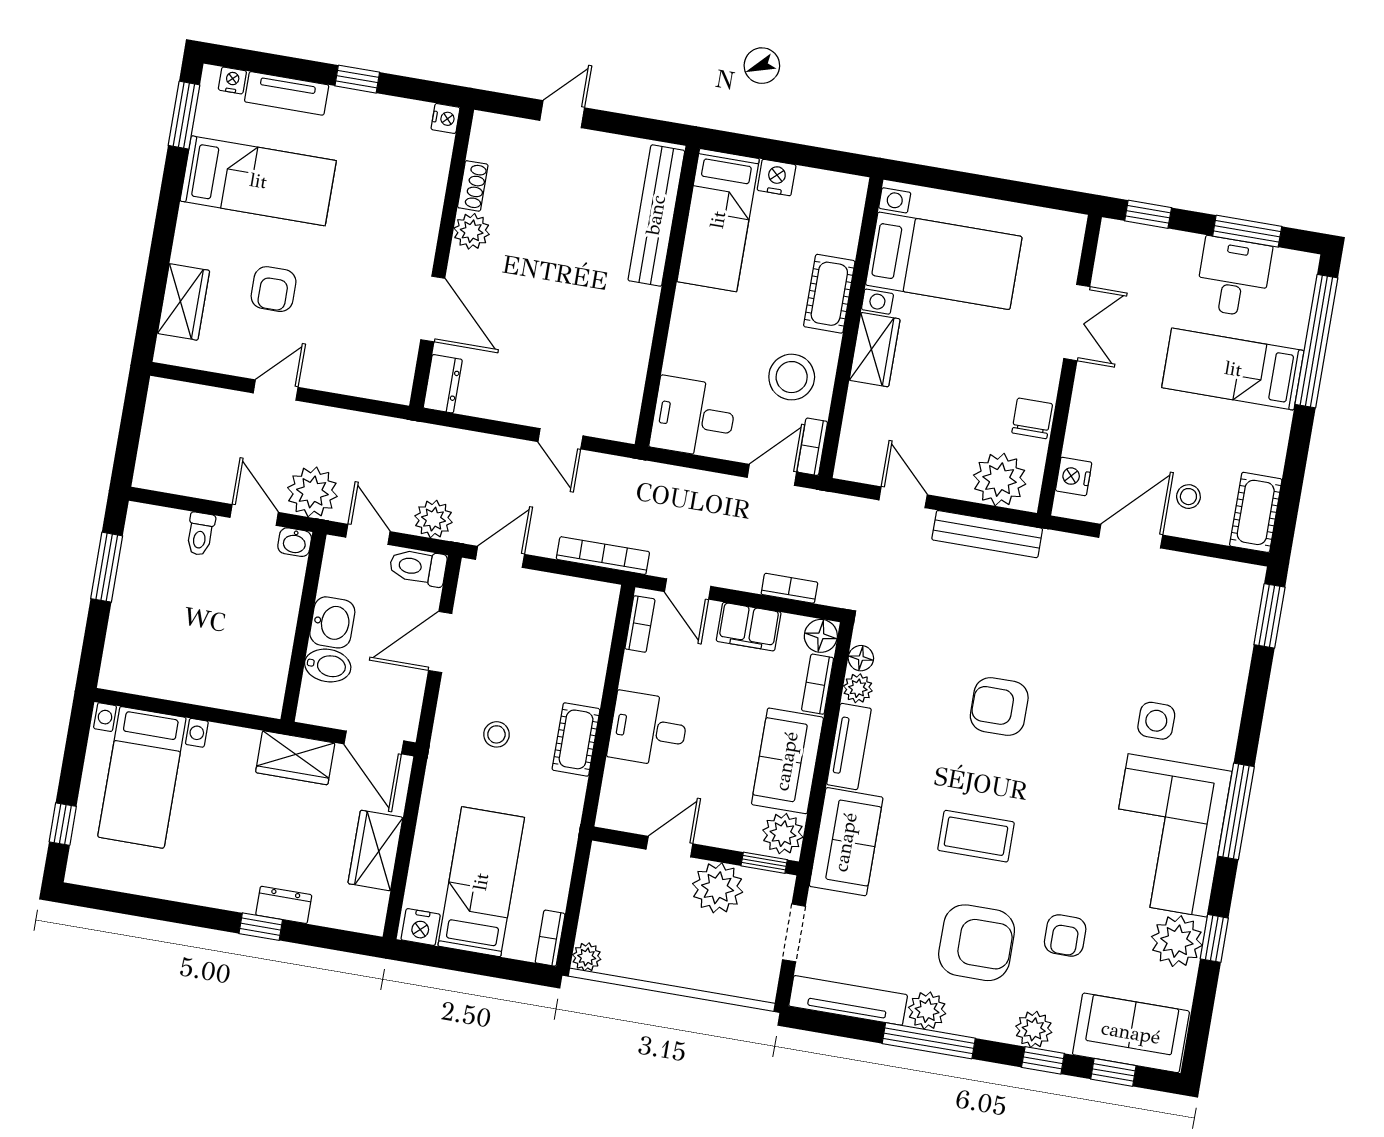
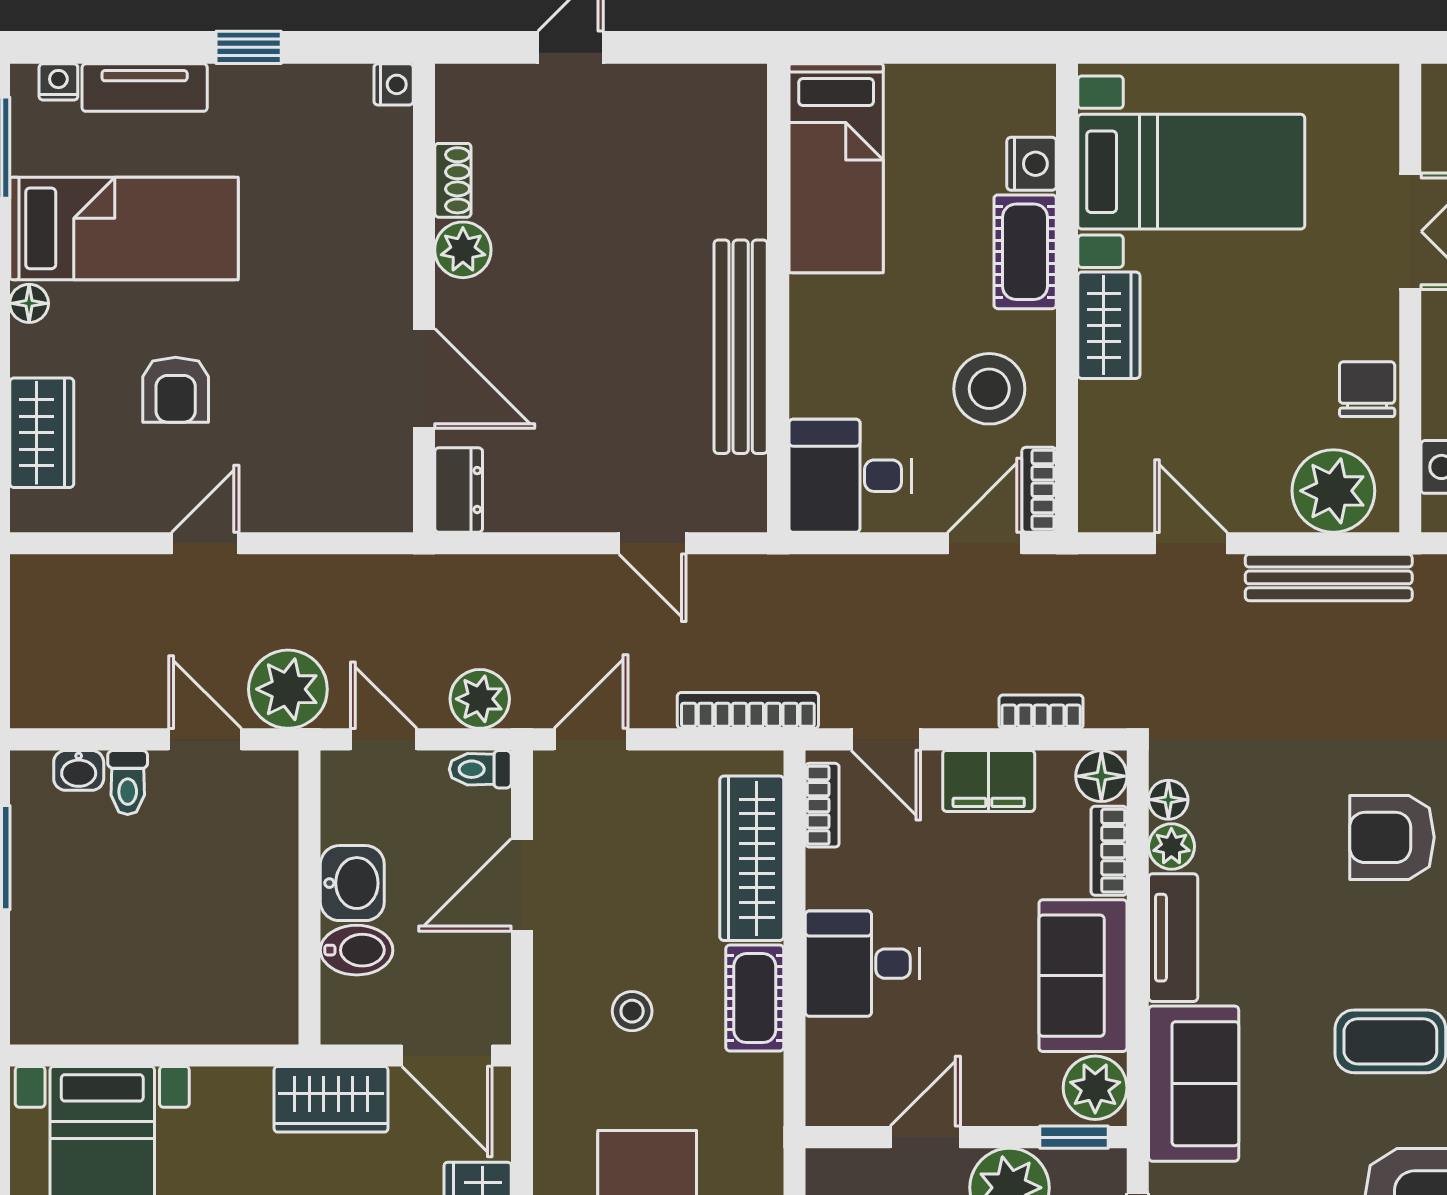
nightstand: (777, 178) -> (1032, 164), moved, turned 90
bench: (656, 215) -> (741, 347), moved
floor lamp: (190, 218) -> (29, 303), added
washbasin: (295, 542) -> (79, 770), moved
toilet: (418, 567) -> (480, 769), width x0.73, depth x0.72
wardrobe: (589, 650) -> (752, 858), added

